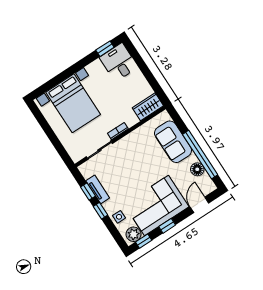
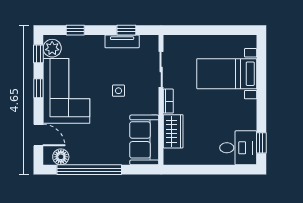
bed with nightstands: (73, 103) -> (227, 74), width x0.73
wardrobe: (148, 107) -> (173, 131), moved
sofa: (173, 142) -> (144, 140), moved, turned -90
floor lamp: (197, 169) -> (61, 157), moved
window: (101, 211) -> (75, 30), moved
side table: (119, 217) -> (118, 91), moved

